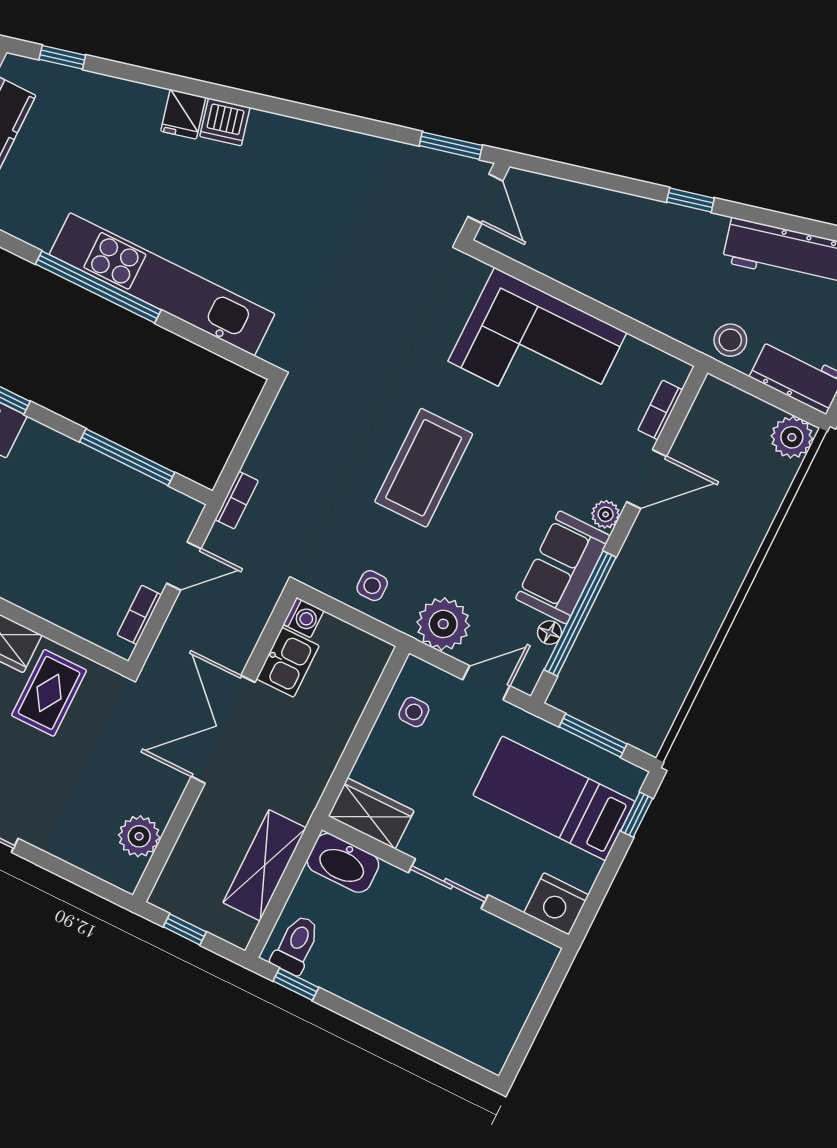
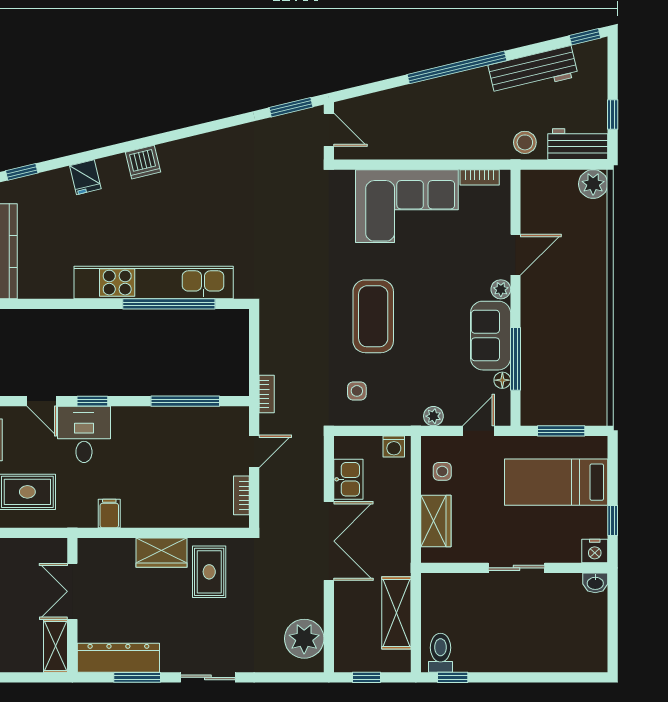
fridge: (183, 114) -> (85, 177), moved
window: (690, 200) -> (457, 67), width x3.17
window: (98, 287) -> (169, 304), moved
bookcase: (660, 410) -> (480, 177), moved, turned -90
side table: (372, 586) -> (357, 391), moved
window: (580, 613) -> (515, 359), width x0.68
washing machine: (304, 617) -> (394, 447), moved, turned 90
plant: (443, 624) -> (433, 416), width x0.53, depth x0.53
double door: (223, 729) -> (329, 541), swing flipped
wardrobe: (371, 813) -> (436, 521), moved, turned 90
window: (637, 815) -> (613, 520), moved
plant: (139, 836) -> (304, 639), width x1.36, depth x1.36
washbasin: (343, 863) -> (595, 583), moved, width x0.52, depth x0.69
nightstand: (556, 904) -> (595, 551), width x0.74, depth x0.75

